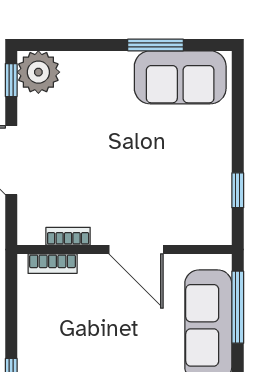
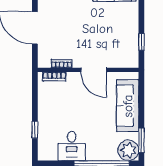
window: (238, 307) -> (141, 97), removed

